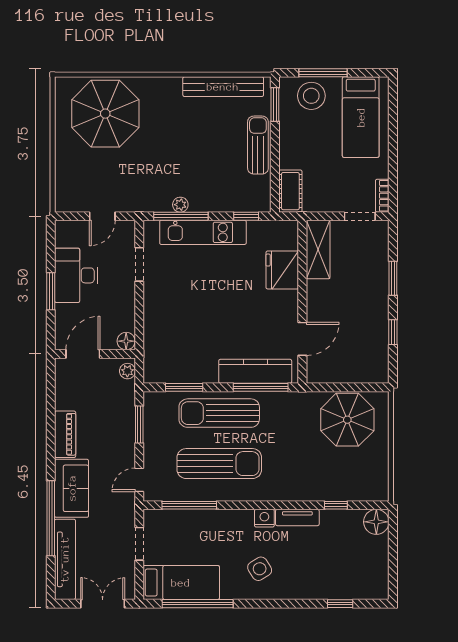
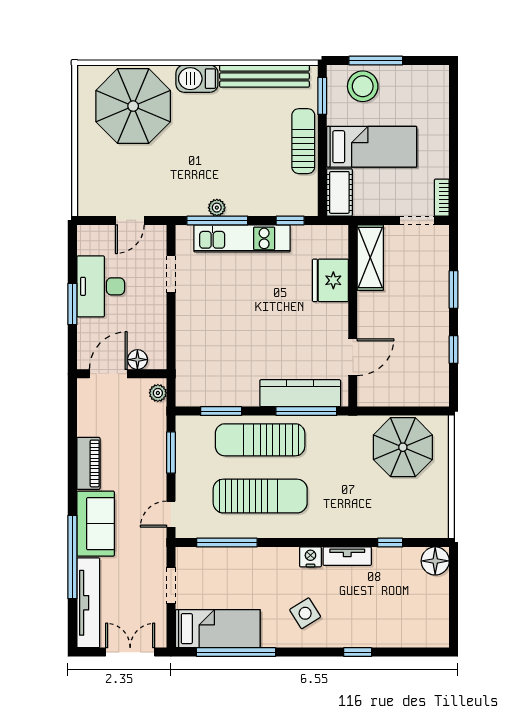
barbecue: (163, 89) -> (197, 79), added
bed: (361, 117) -> (372, 147), moved, turned -90
floor lamp: (126, 341) -> (137, 360), moved
window: (340, 604) -> (358, 652), moved

